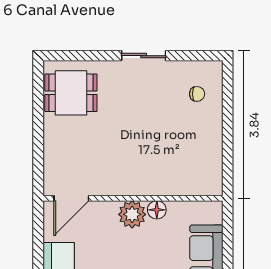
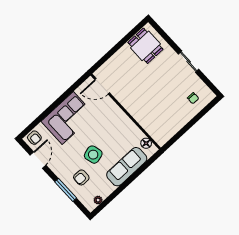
floor lamp: (157, 210) -> (146, 143), moved
plant: (132, 214) -> (119, 117), removed

